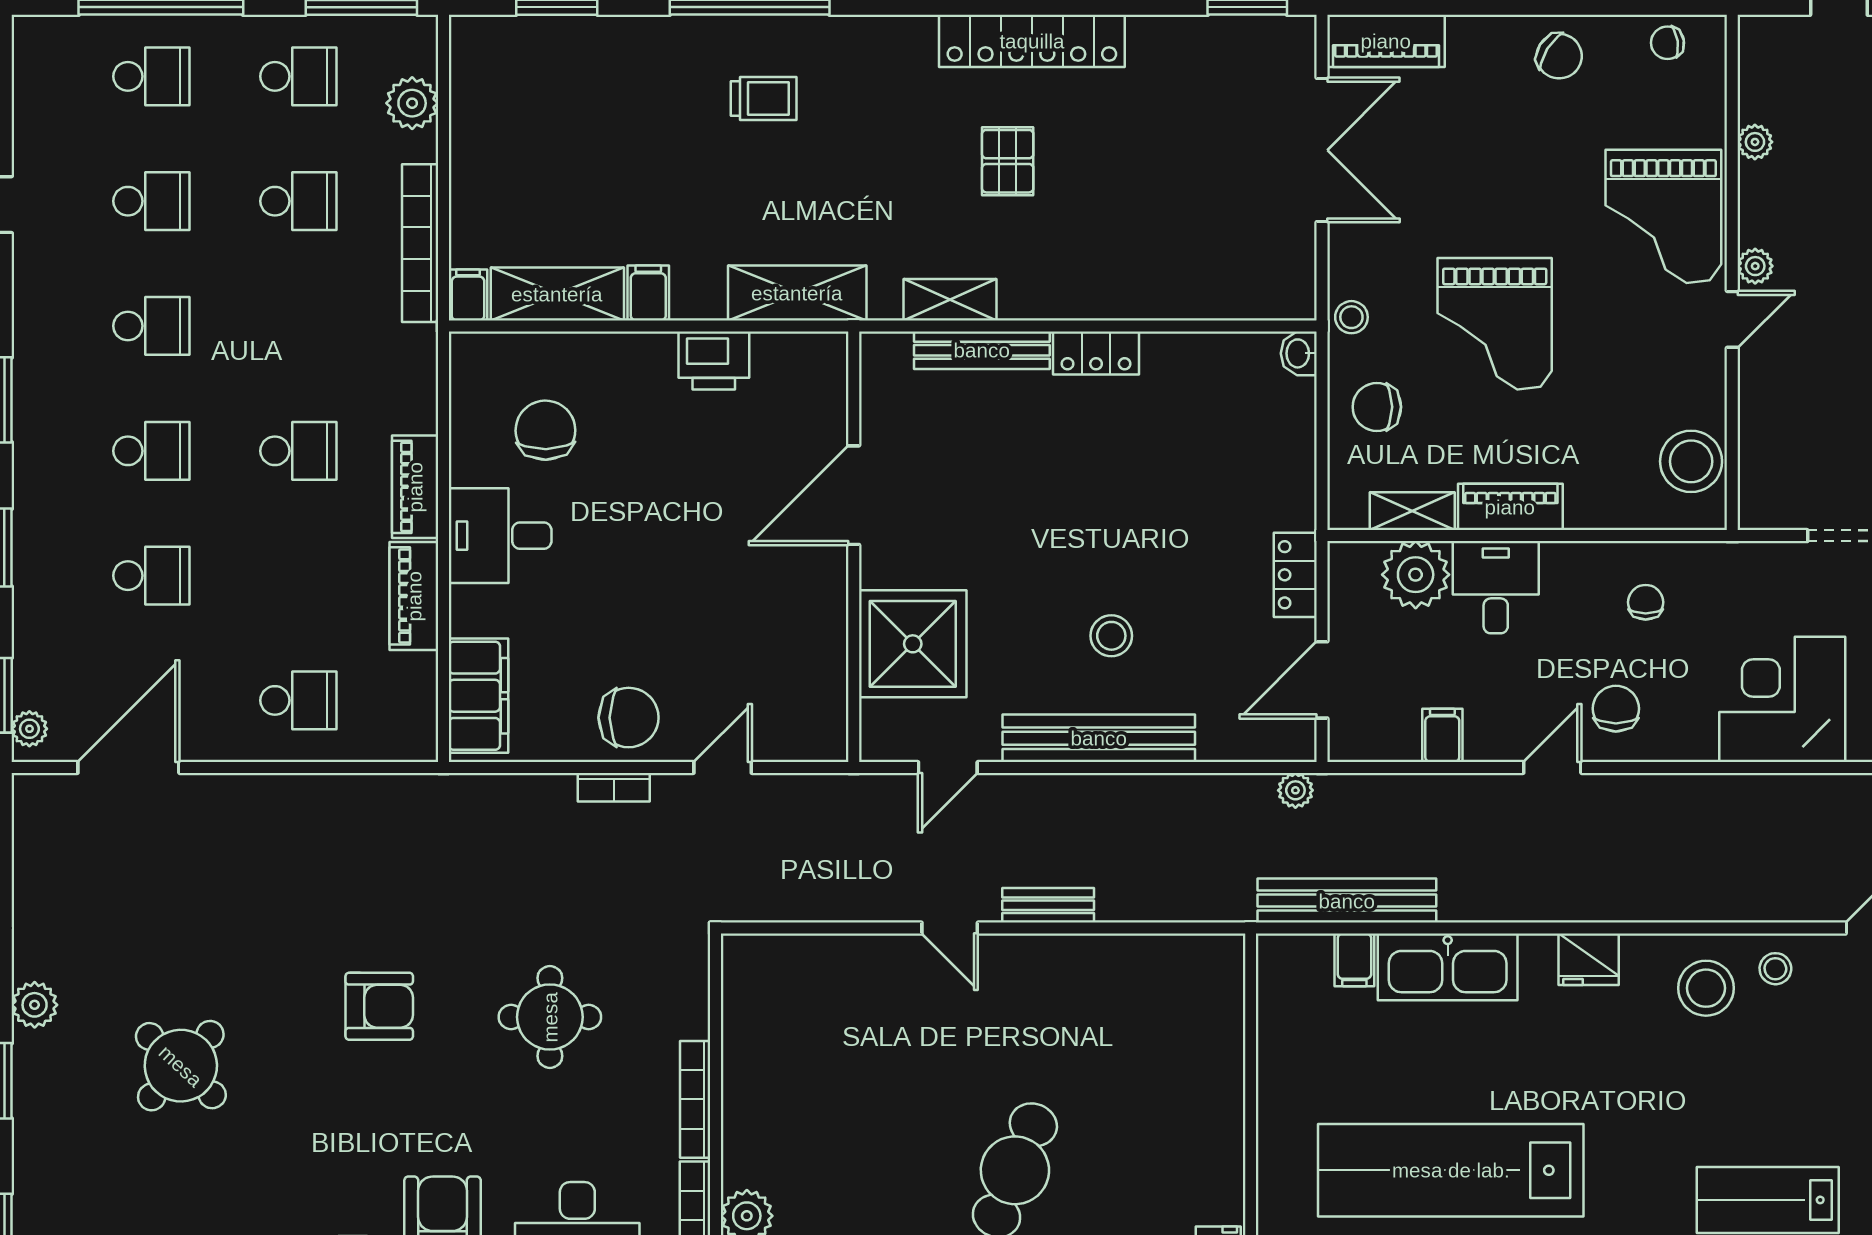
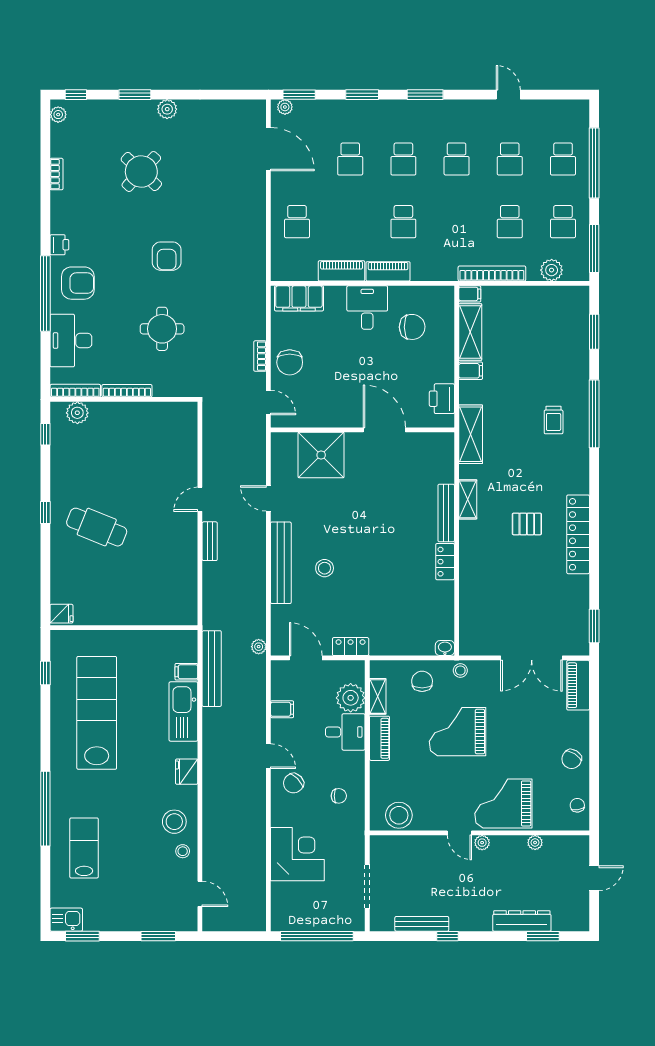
door: (854, 495) -> (384, 430), moved
wall: (854, 547) -> (362, 430), moved
shower: (913, 644) -> (321, 455), moved
chair: (1616, 709) -> (293, 783), turned 136

